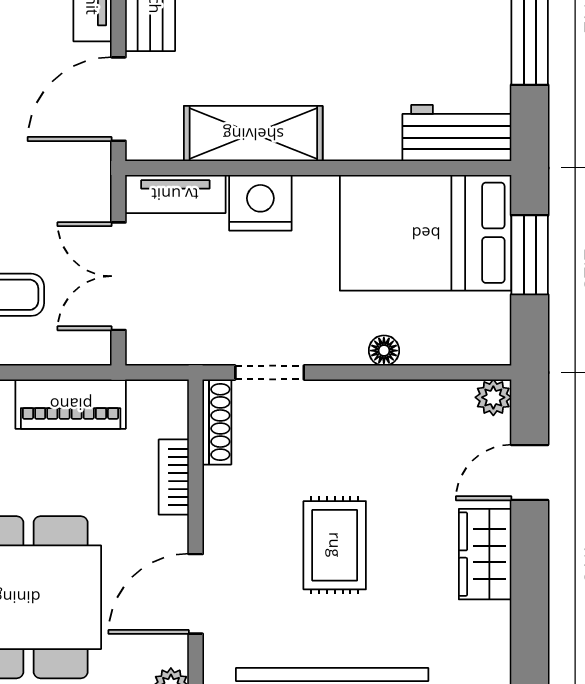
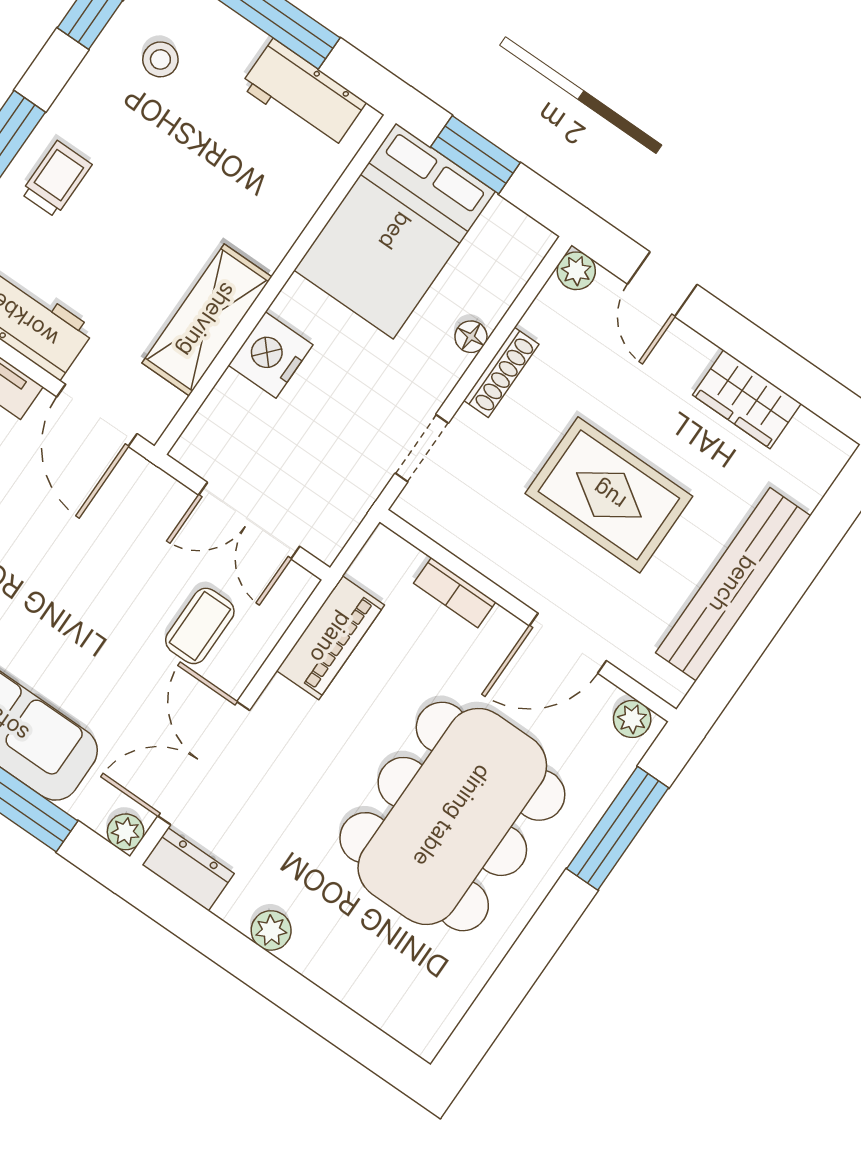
workbench: (457, 133) -> (303, 94), moved, turned -90
tv unit: (175, 194) -> (212, 423), removed
shoe rack: (217, 422) -> (501, 372), moved, turned 90
rug: (335, 545) -> (609, 495), width x1.36, depth x1.43
wardrobe: (485, 554) -> (747, 399), moved
door: (196, 594) -> (568, 643), hinge flipped

